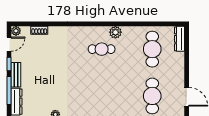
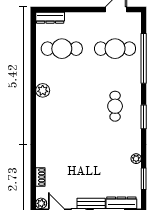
cafe table: (102, 49) -> (115, 106), moved

